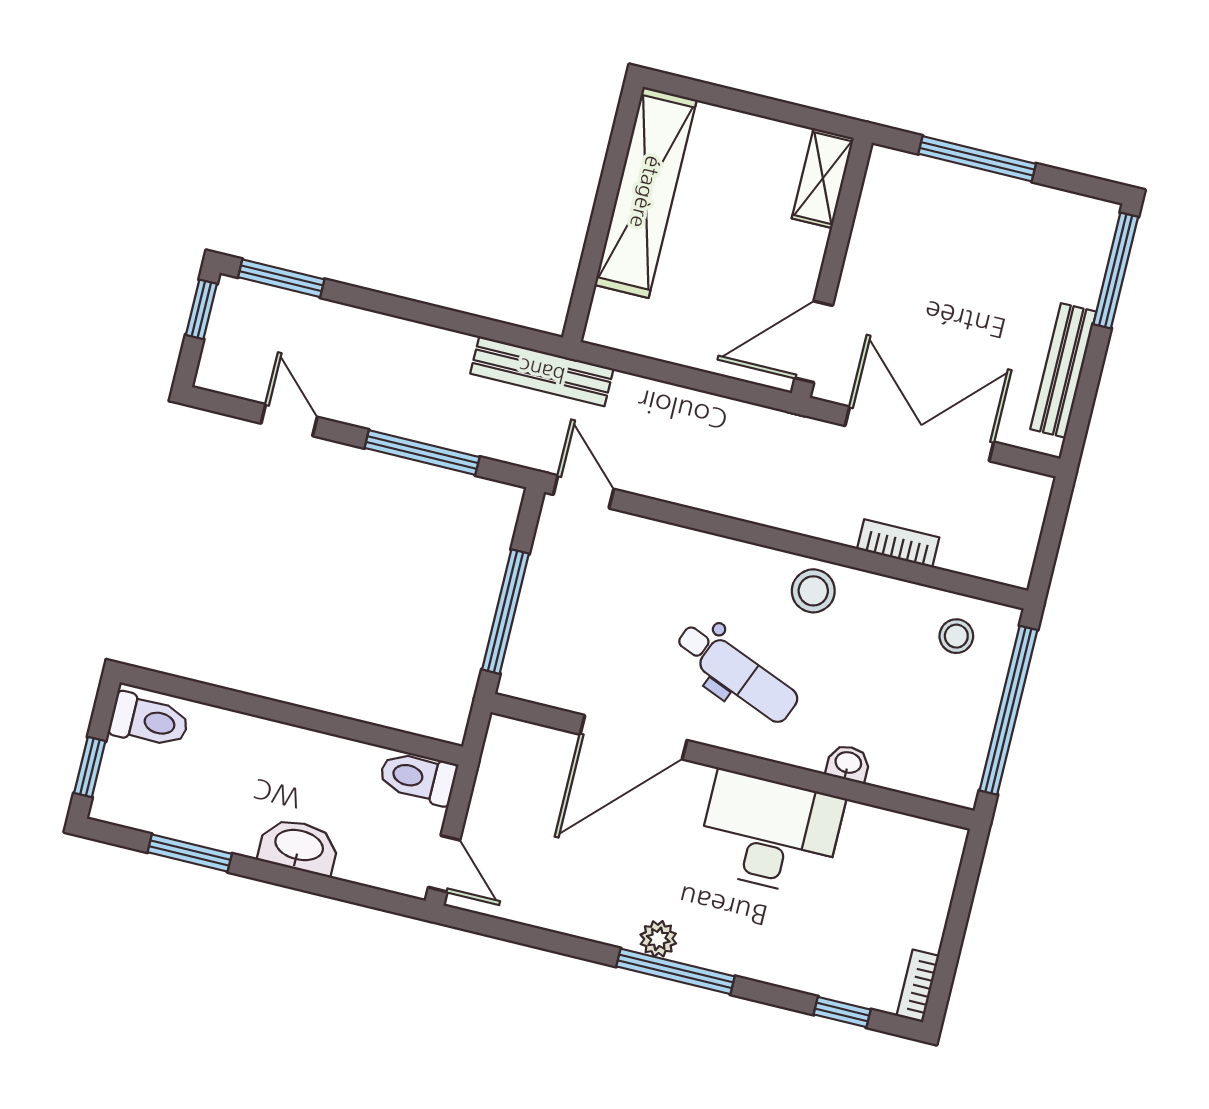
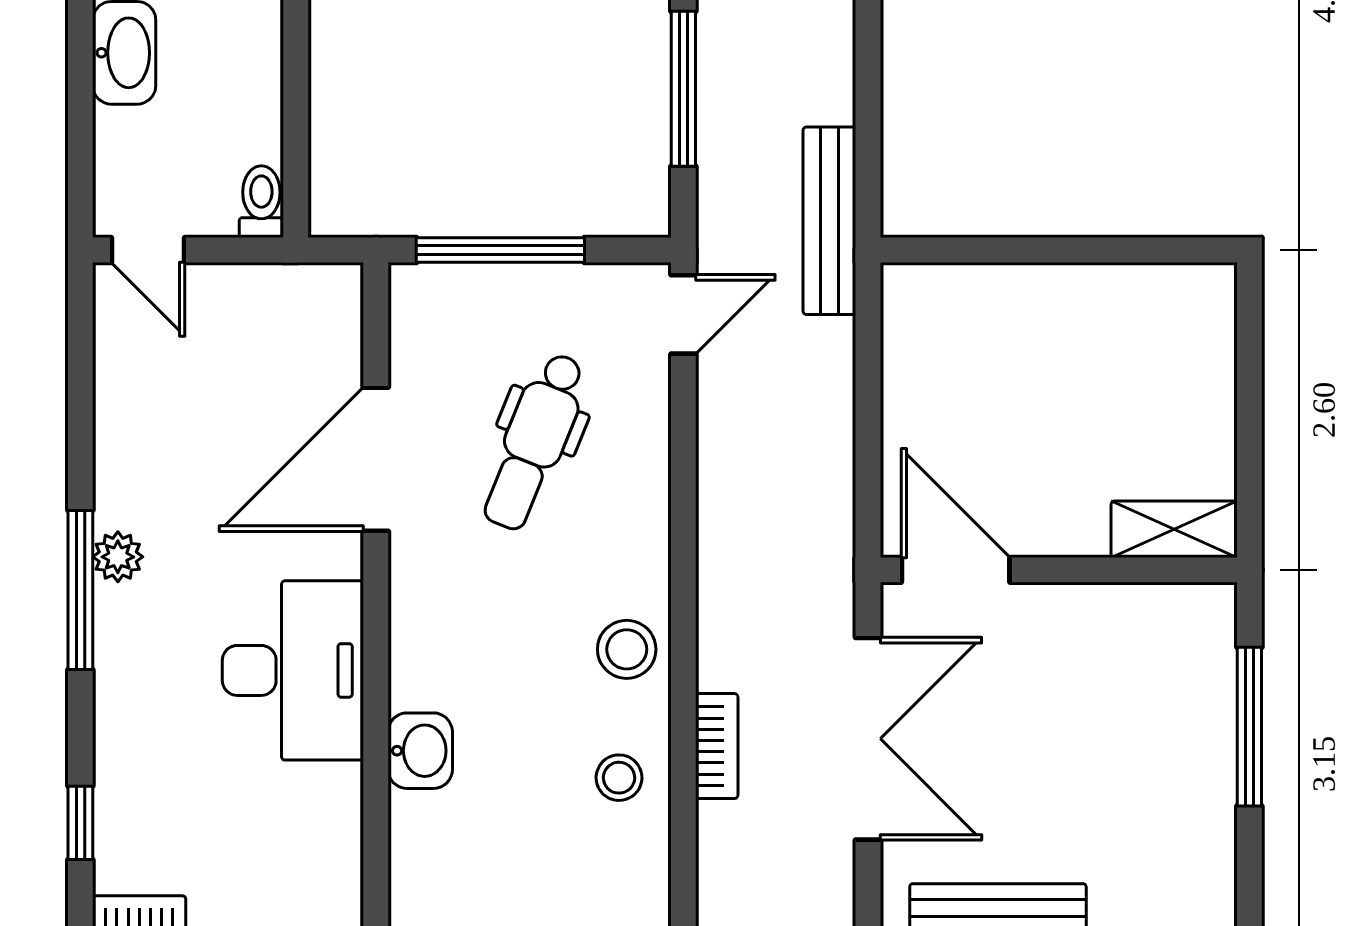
shelving: (646, 192) -> (1099, 300), removed
stool: (956, 636) -> (619, 778), moved
dental chair: (737, 673) -> (535, 441), moved
door: (634, 737) -> (376, 459), hinge flipped
washbasin: (848, 763) -> (420, 751), width x1.38, depth x1.45
toilet: (418, 778) -> (261, 202), width x0.73, depth x0.72
door: (444, 864) -> (148, 250), hinge flipped

